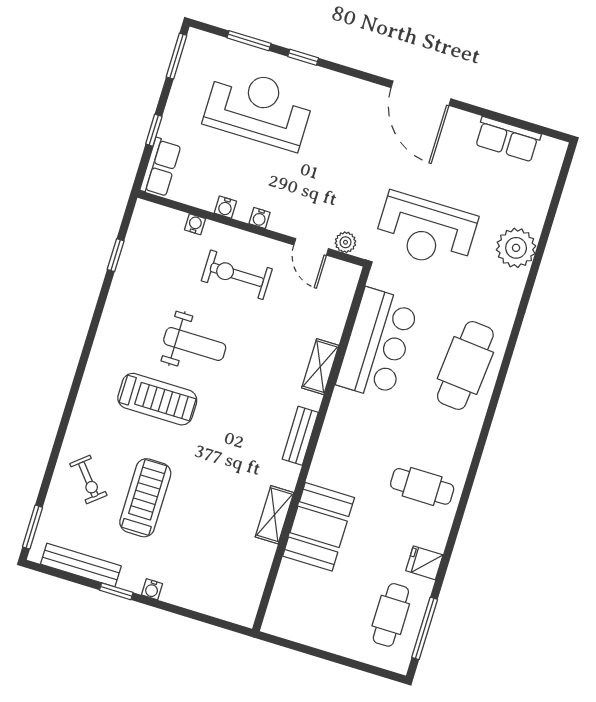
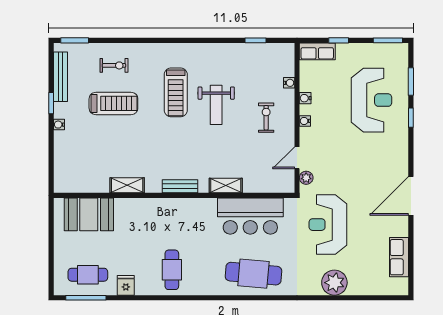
exercise bike: (237, 275) -> (266, 118), width x0.73, depth x0.72
exercise bike: (88, 480) -> (114, 65), turned -140
booth: (319, 527) -> (89, 214), moved

